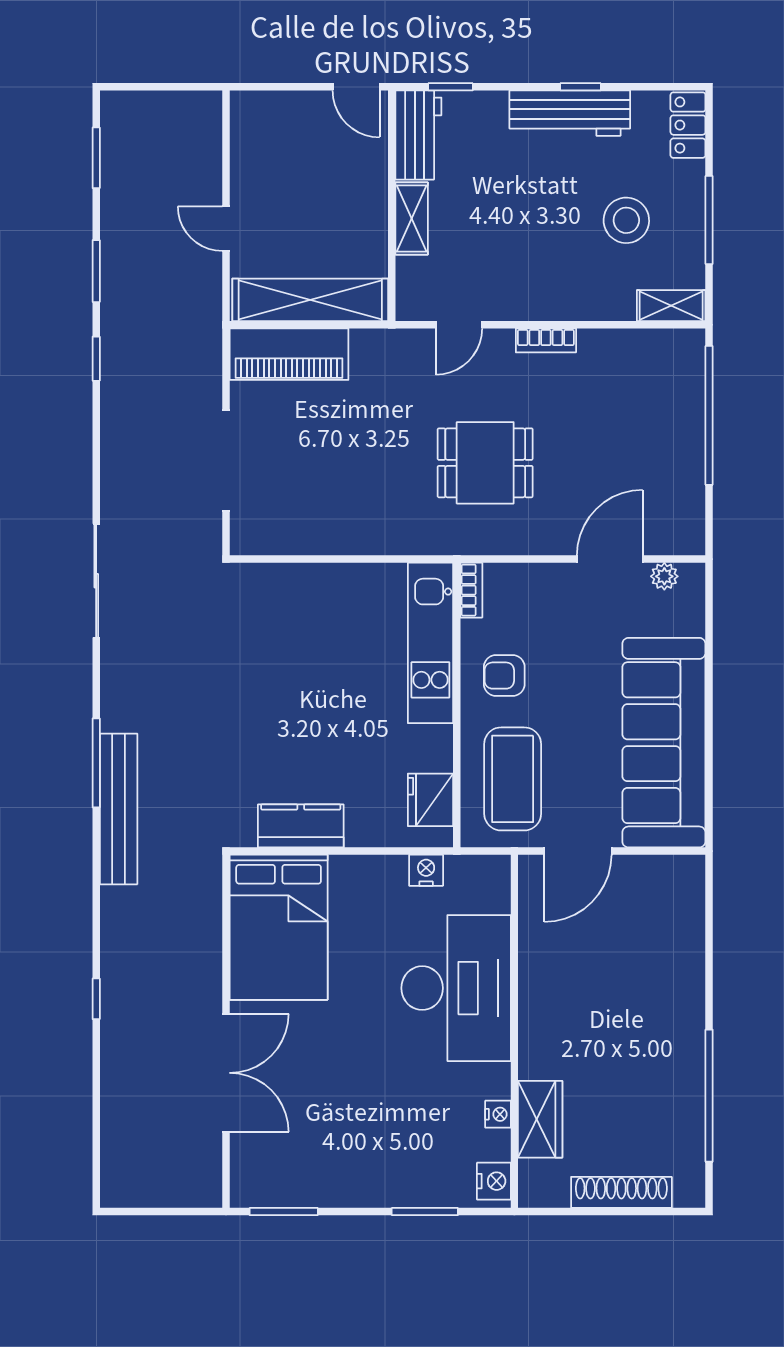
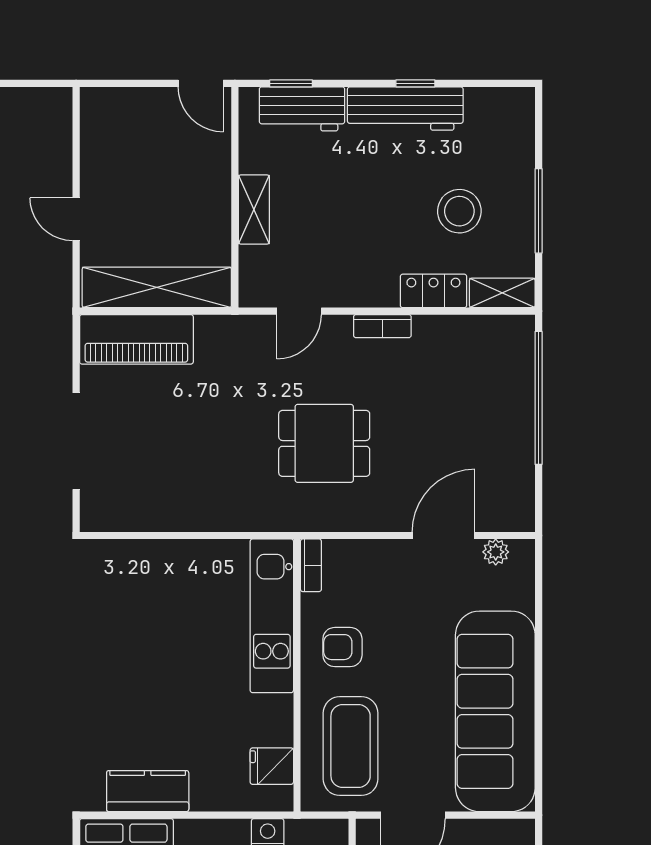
locker: (688, 125) -> (433, 291), moved, turned 90
workbench: (418, 135) -> (302, 109), moved, turned 90
fridge: (430, 800) -> (272, 766), width x0.72

